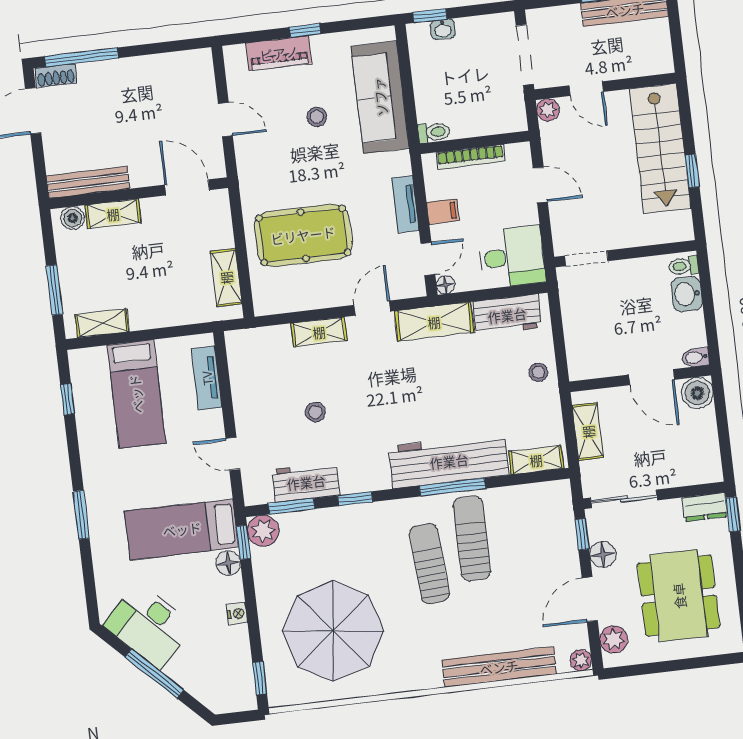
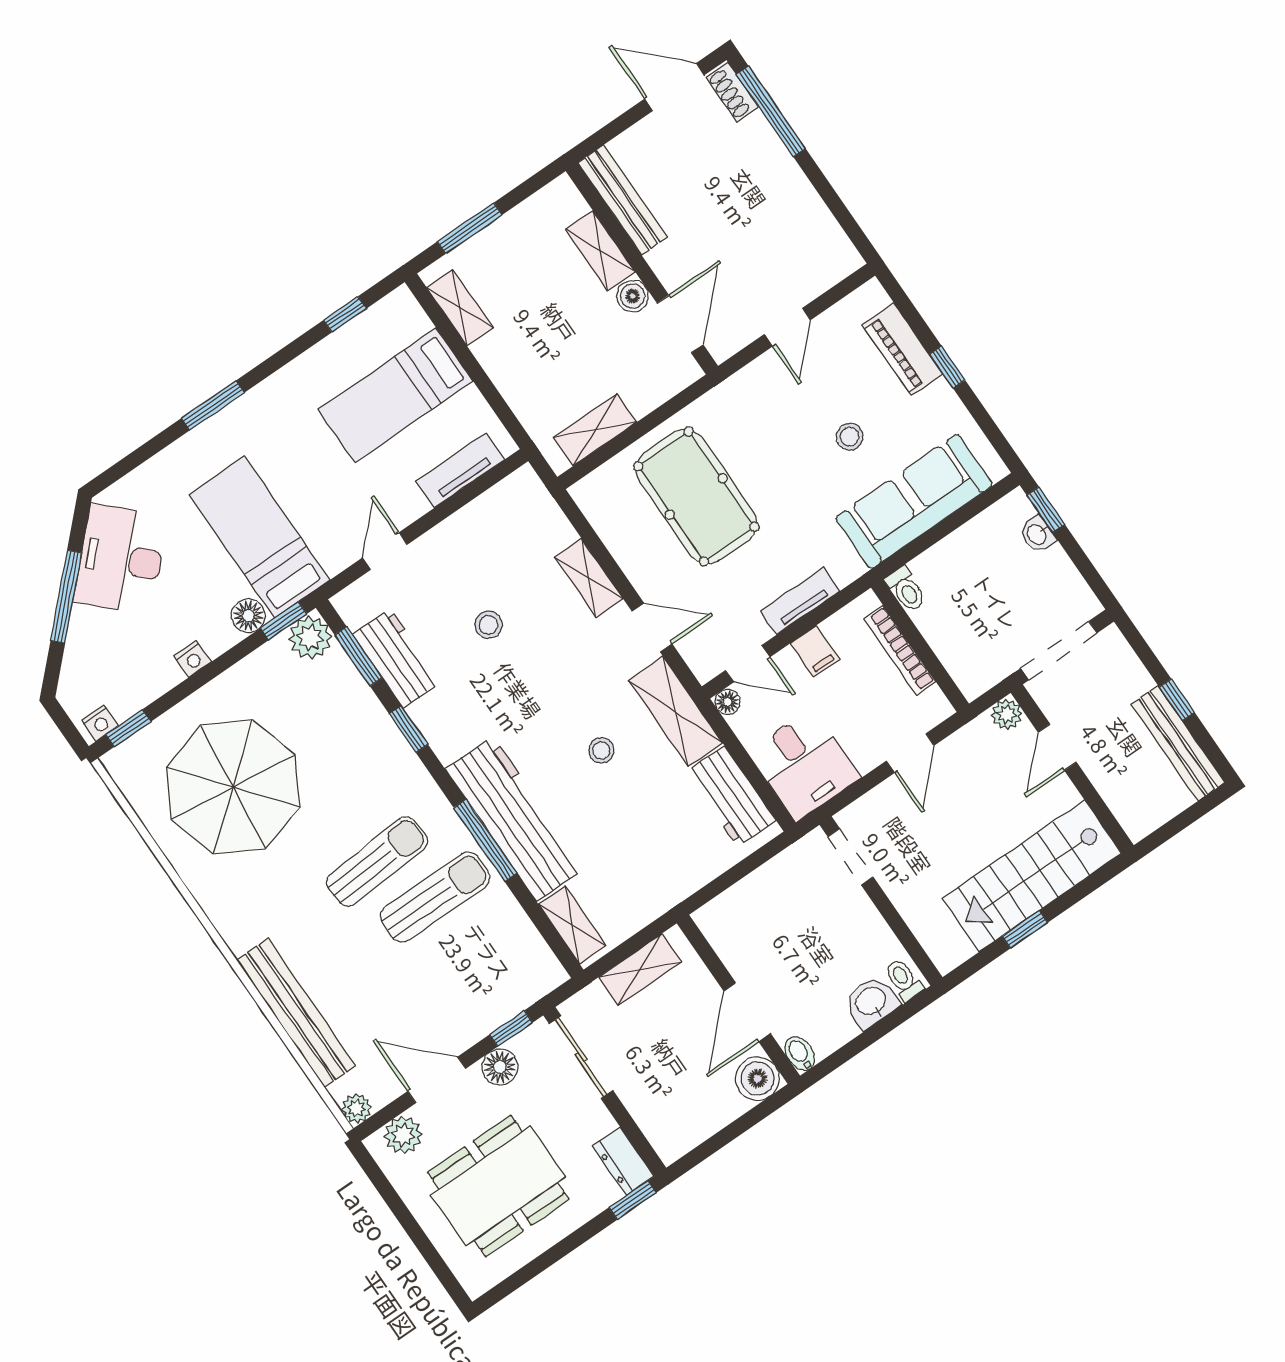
boiler: (73, 218) -> (633, 296), moved
stool: (538, 372) -> (601, 750), moved
nightstand: (247, 694) -> (100, 723), added

